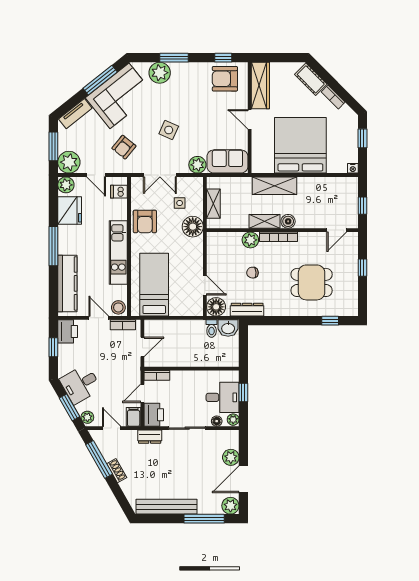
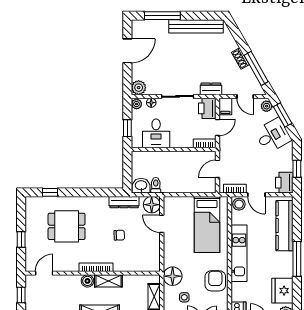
plant: (250, 240) -> (121, 264), removed
desk: (223, 397) -> (156, 133), moved, turned -90
plant: (231, 457) -> (139, 88), moved
plant: (230, 506) -> (139, 27), removed

